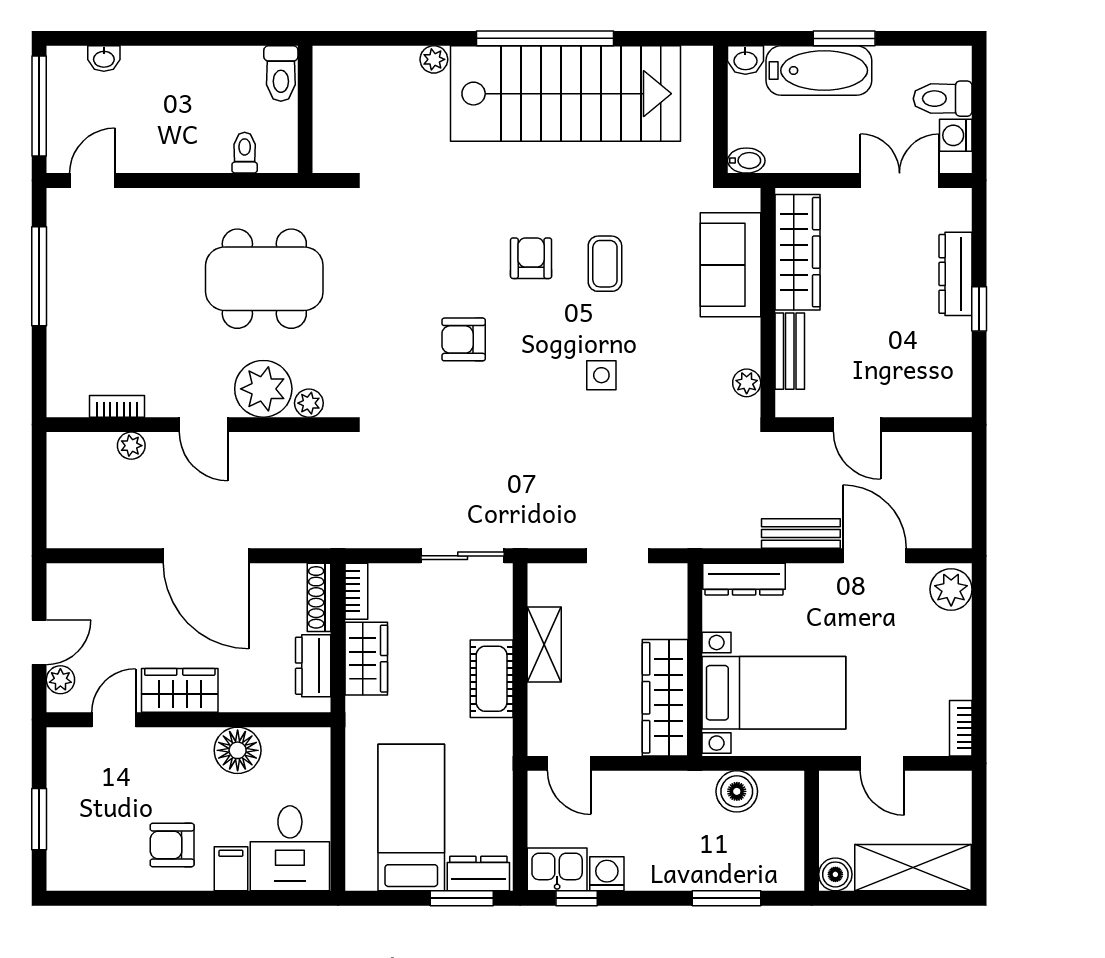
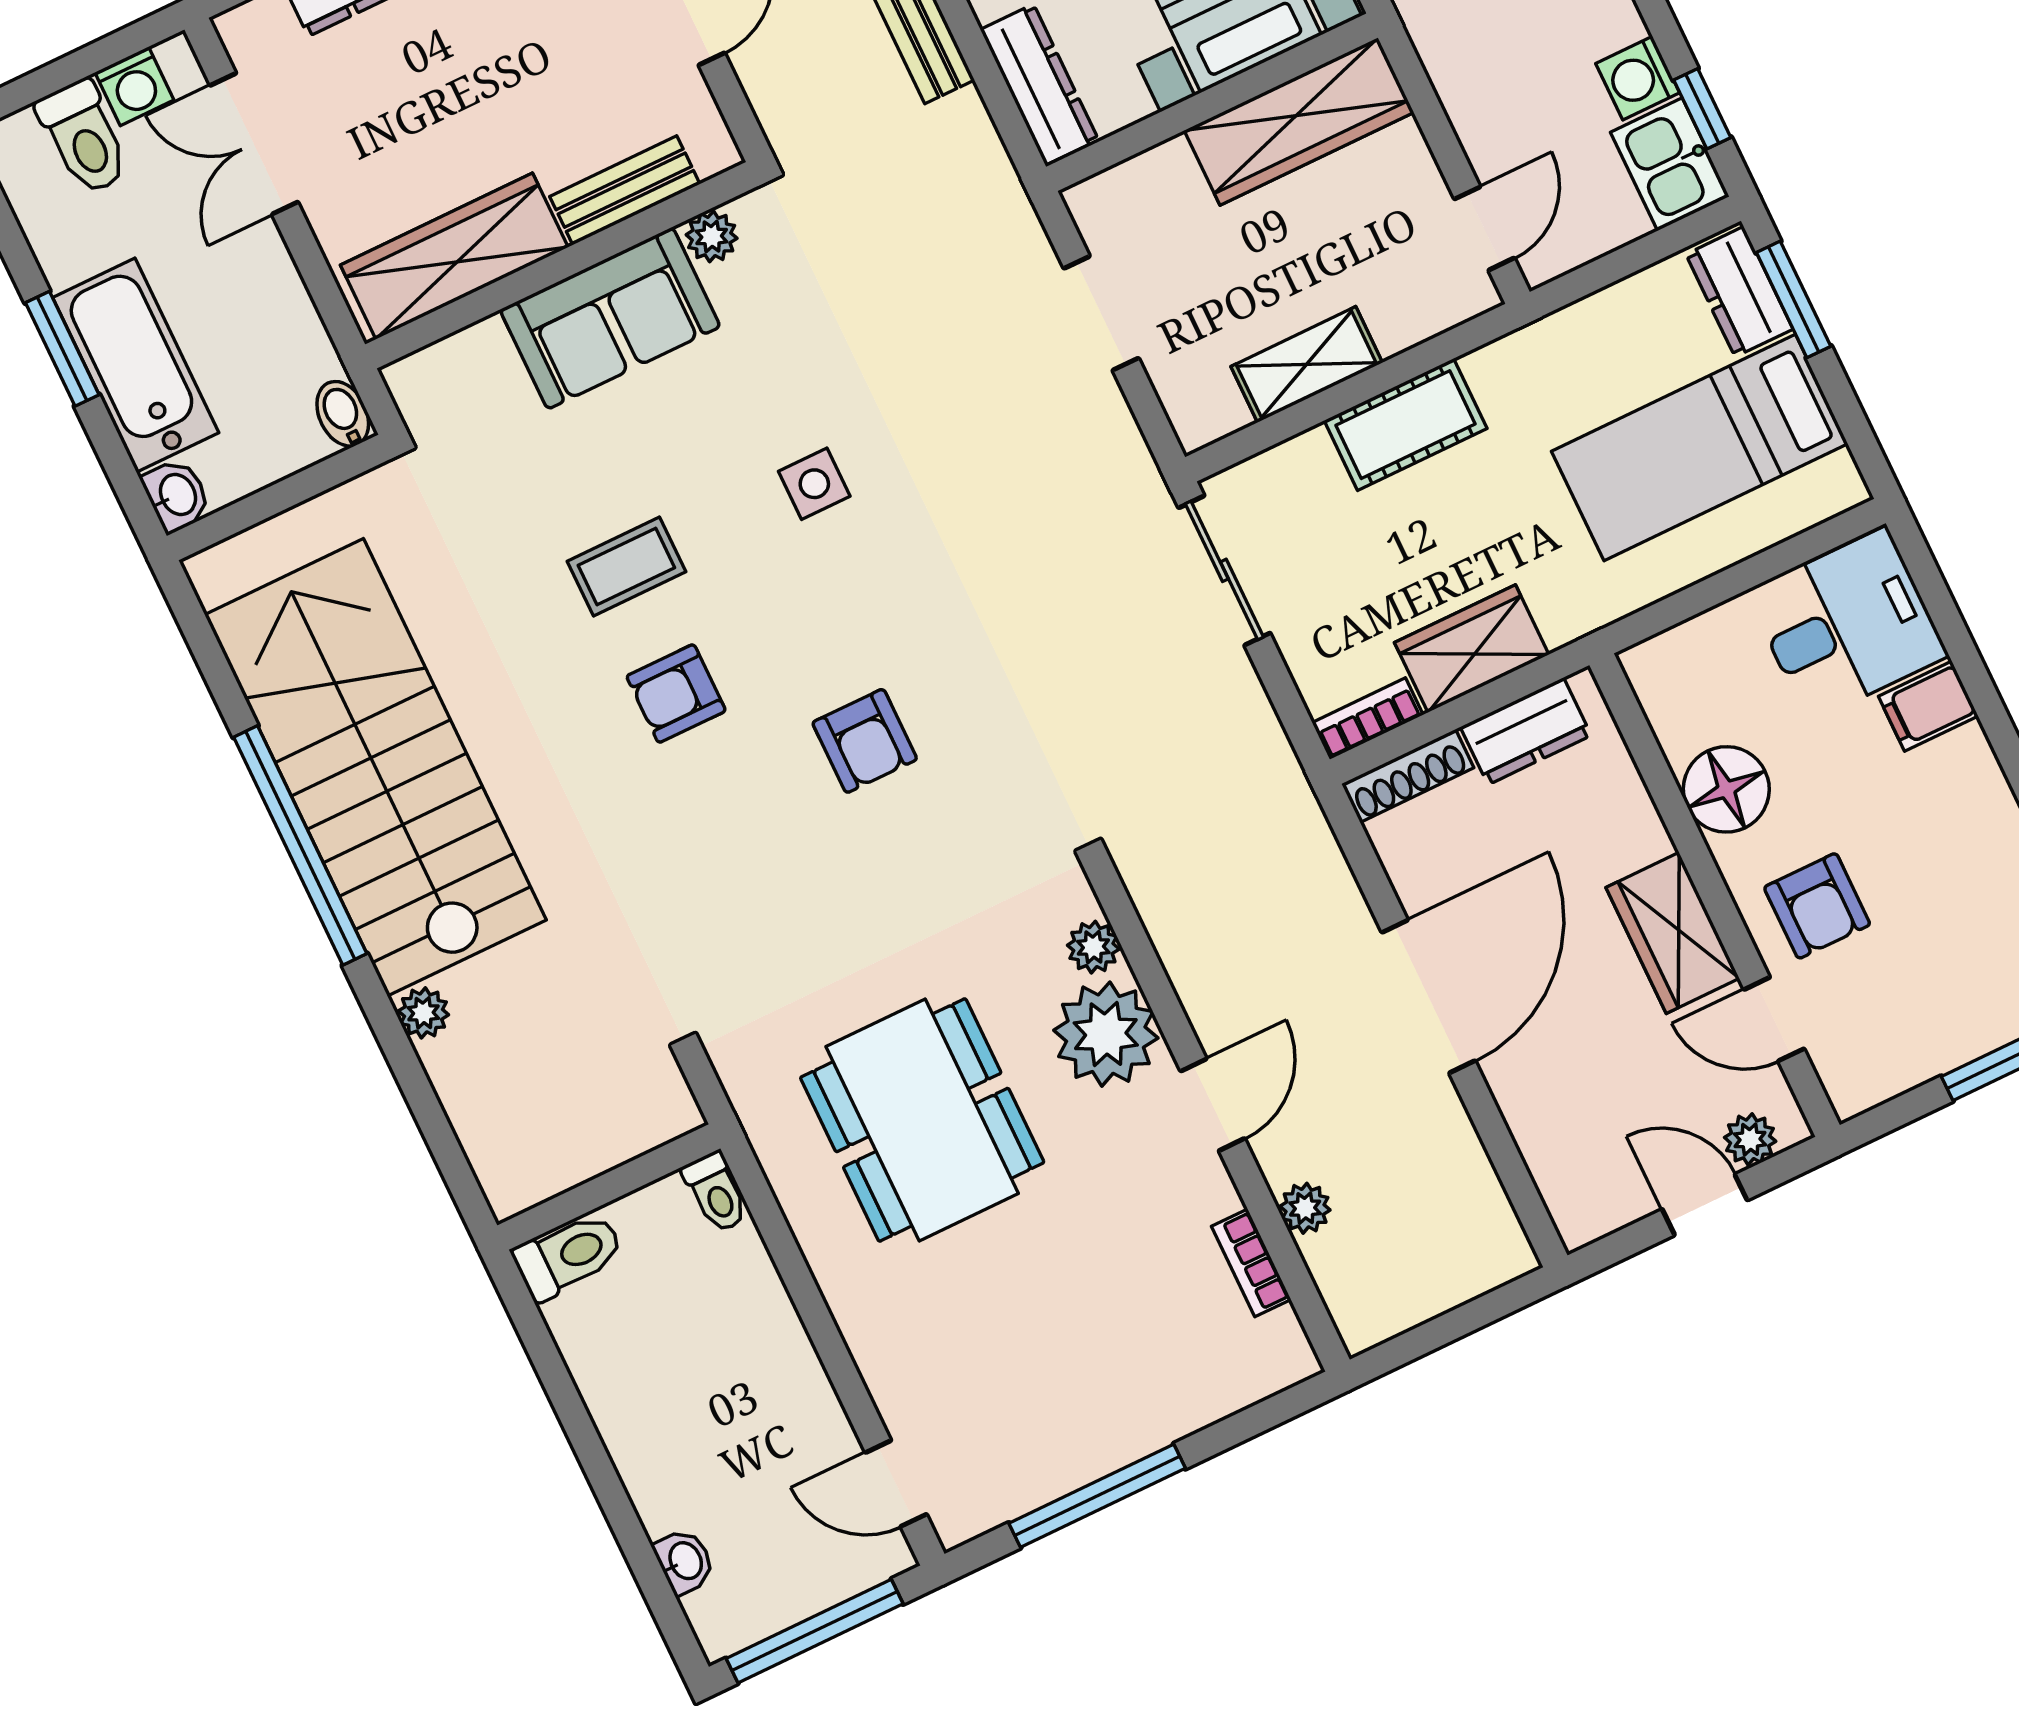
toilet: (245, 153) -> (716, 1192), moved, turned -90
sofa: (730, 265) -> (610, 318), moved
armchair: (172, 845) -> (1817, 906), moved

